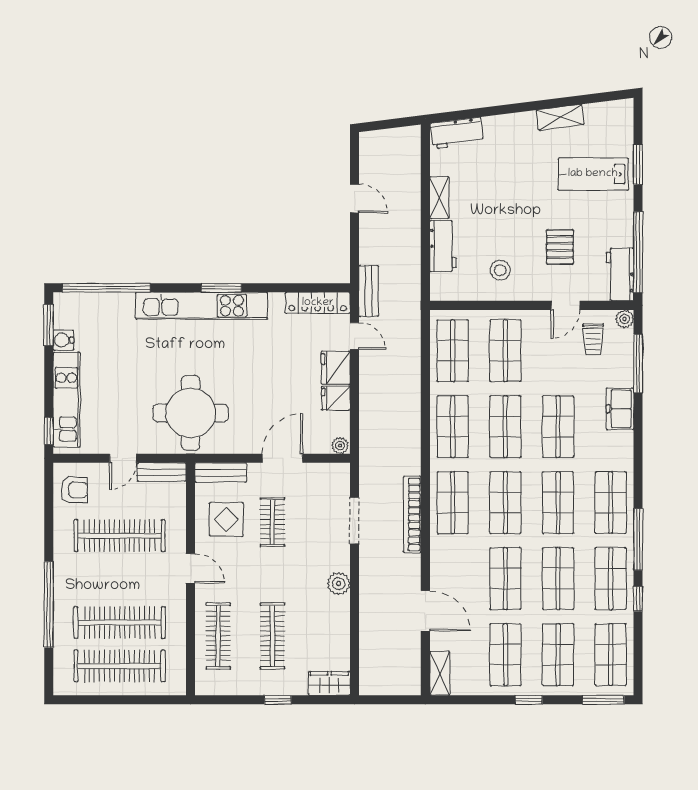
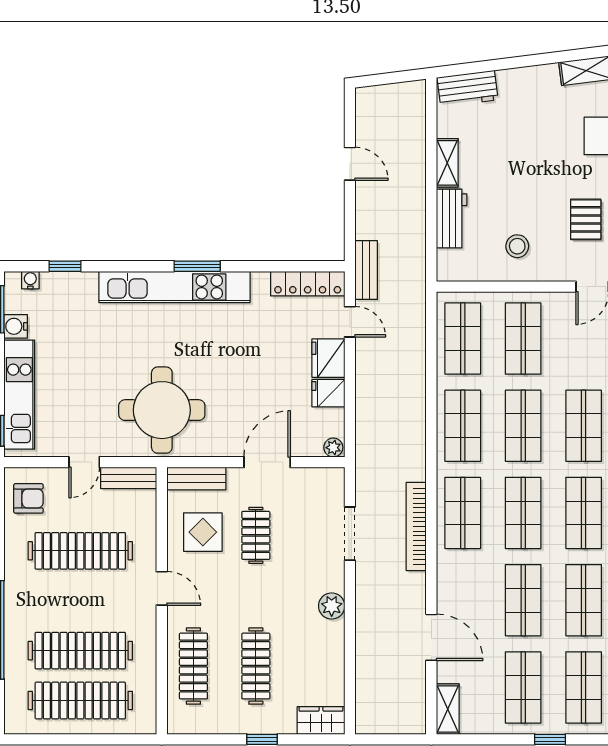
window: (106, 288) -> (65, 266), width x0.32
water cooler: (76, 300) -> (30, 280), added

